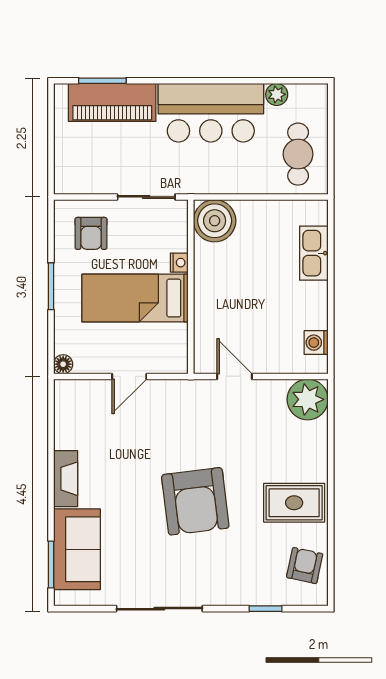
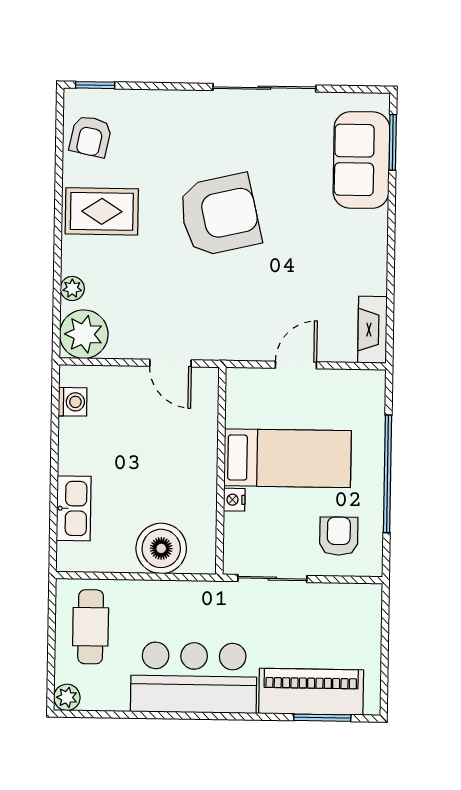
plant: (277, 94) -> (67, 697), moved
boiler: (215, 221) -> (161, 548), moved
window: (51, 286) -> (387, 474), width x2.11
floor lamp: (63, 364) -> (374, 381), removed
plant: (318, 438) -> (72, 288), added
fireplace: (66, 479) -> (372, 330), moved
armchair: (195, 501) -> (220, 215), turned 84
window: (265, 609) -> (95, 85), moved

